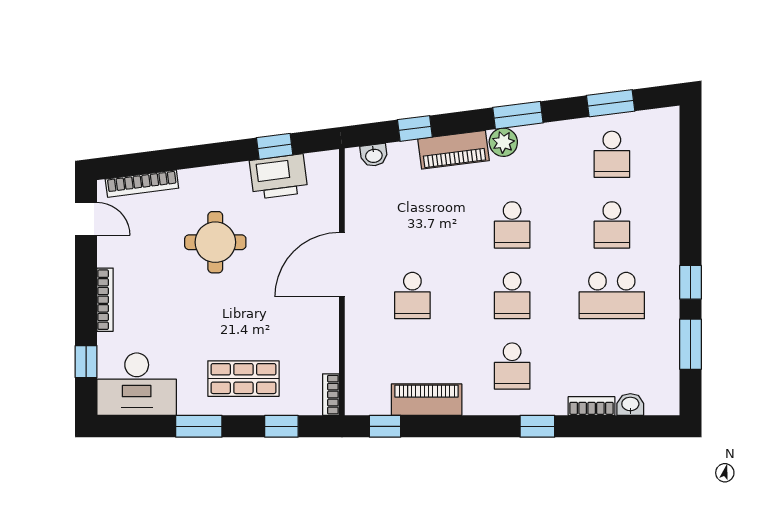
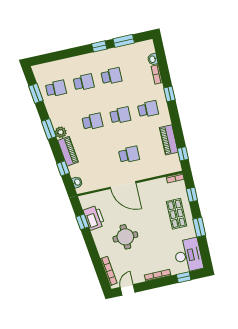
school desk: (612, 295) -> (111, 76), width x0.54

